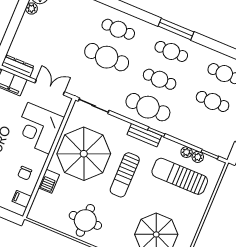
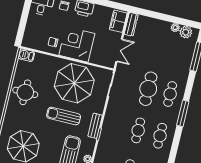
window: (176, 29) -> (183, 113), moved
cafe table: (148, 107) -> (116, 125), removed
corner desk: (39, 128) -> (77, 44), moved
barbecue: (49, 181) -> (26, 55), moved
filing cabinet: (22, 199) -> (34, 43), removed

